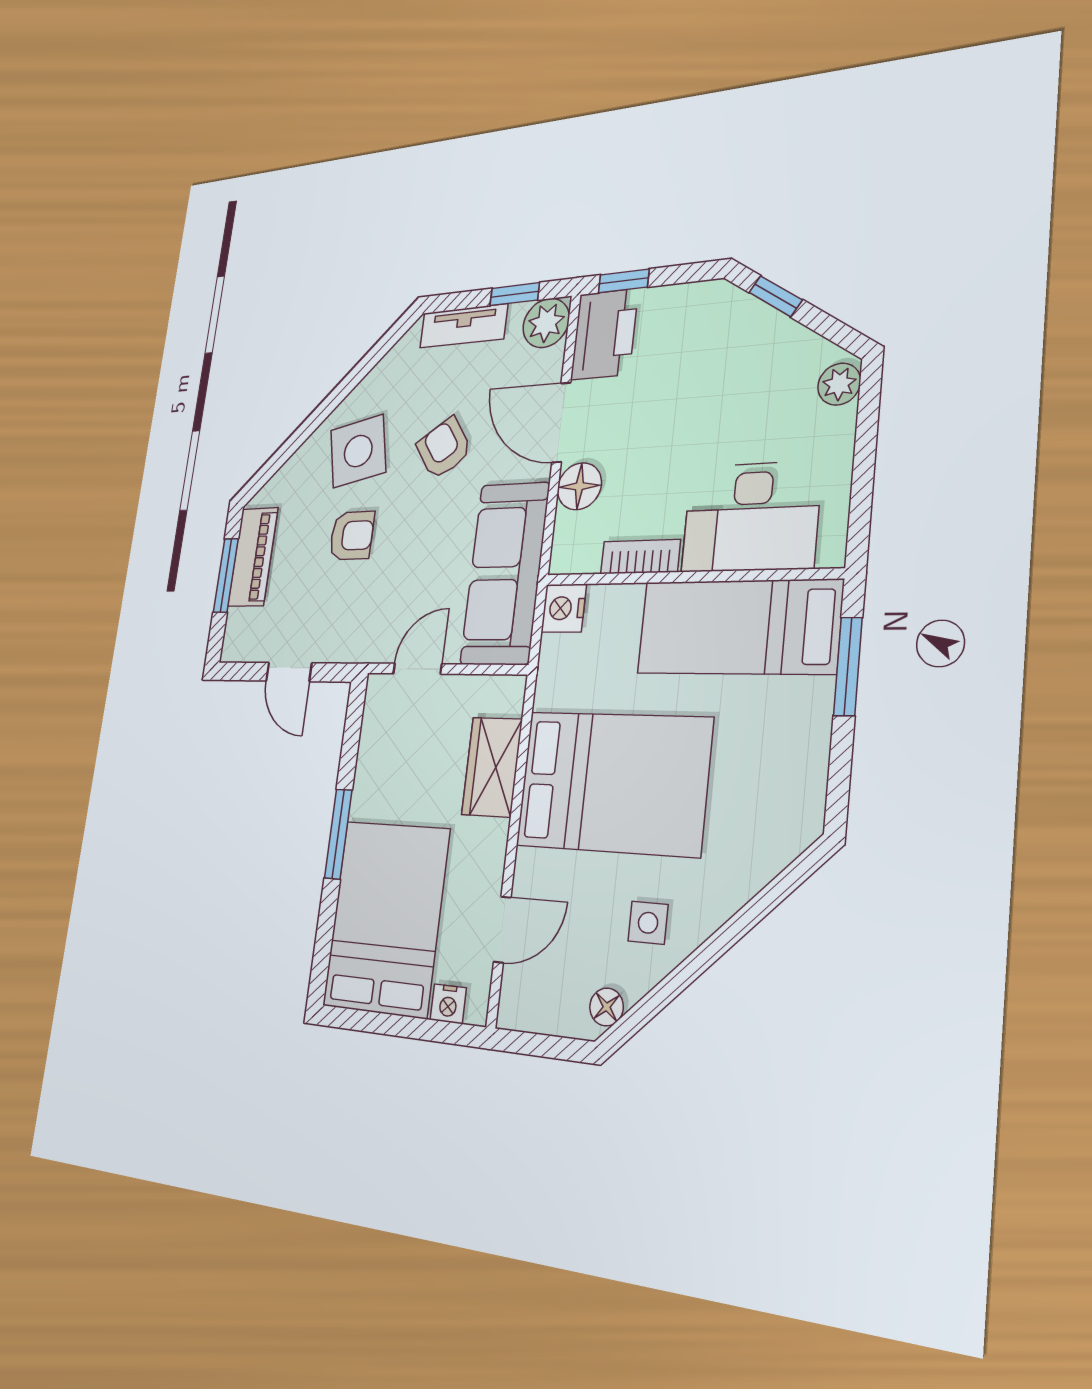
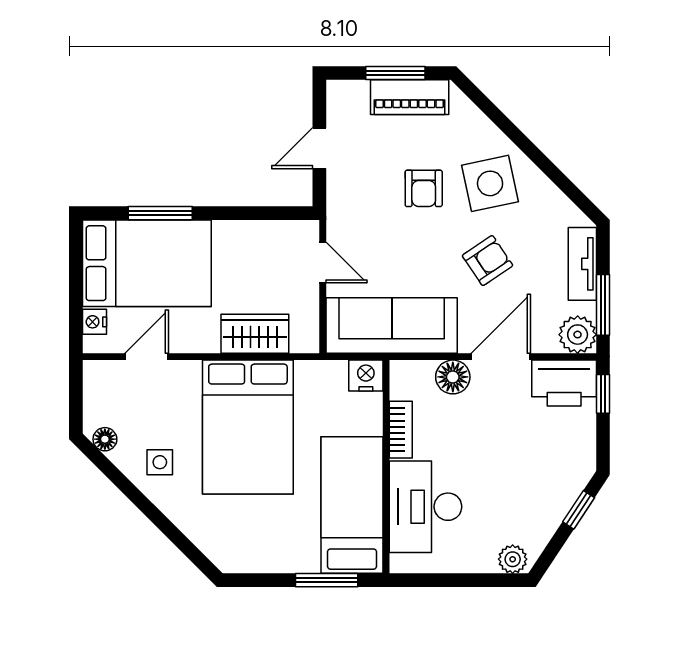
window: (515, 294) -> (603, 305), width x1.50
window: (338, 834) -> (160, 213), moved
door: (502, 930) -> (147, 357), swing flipped

